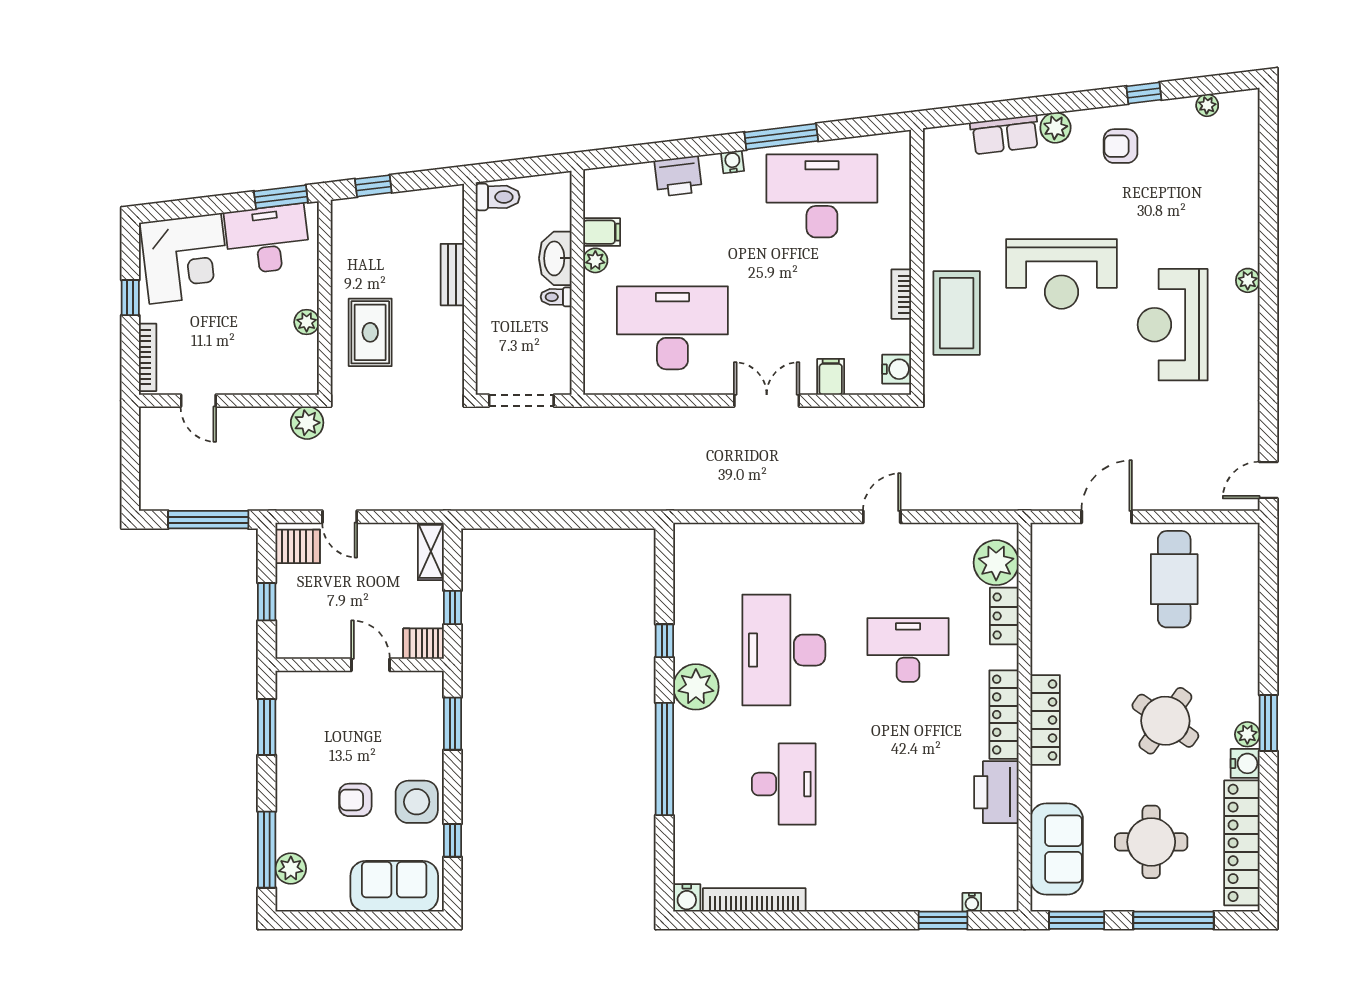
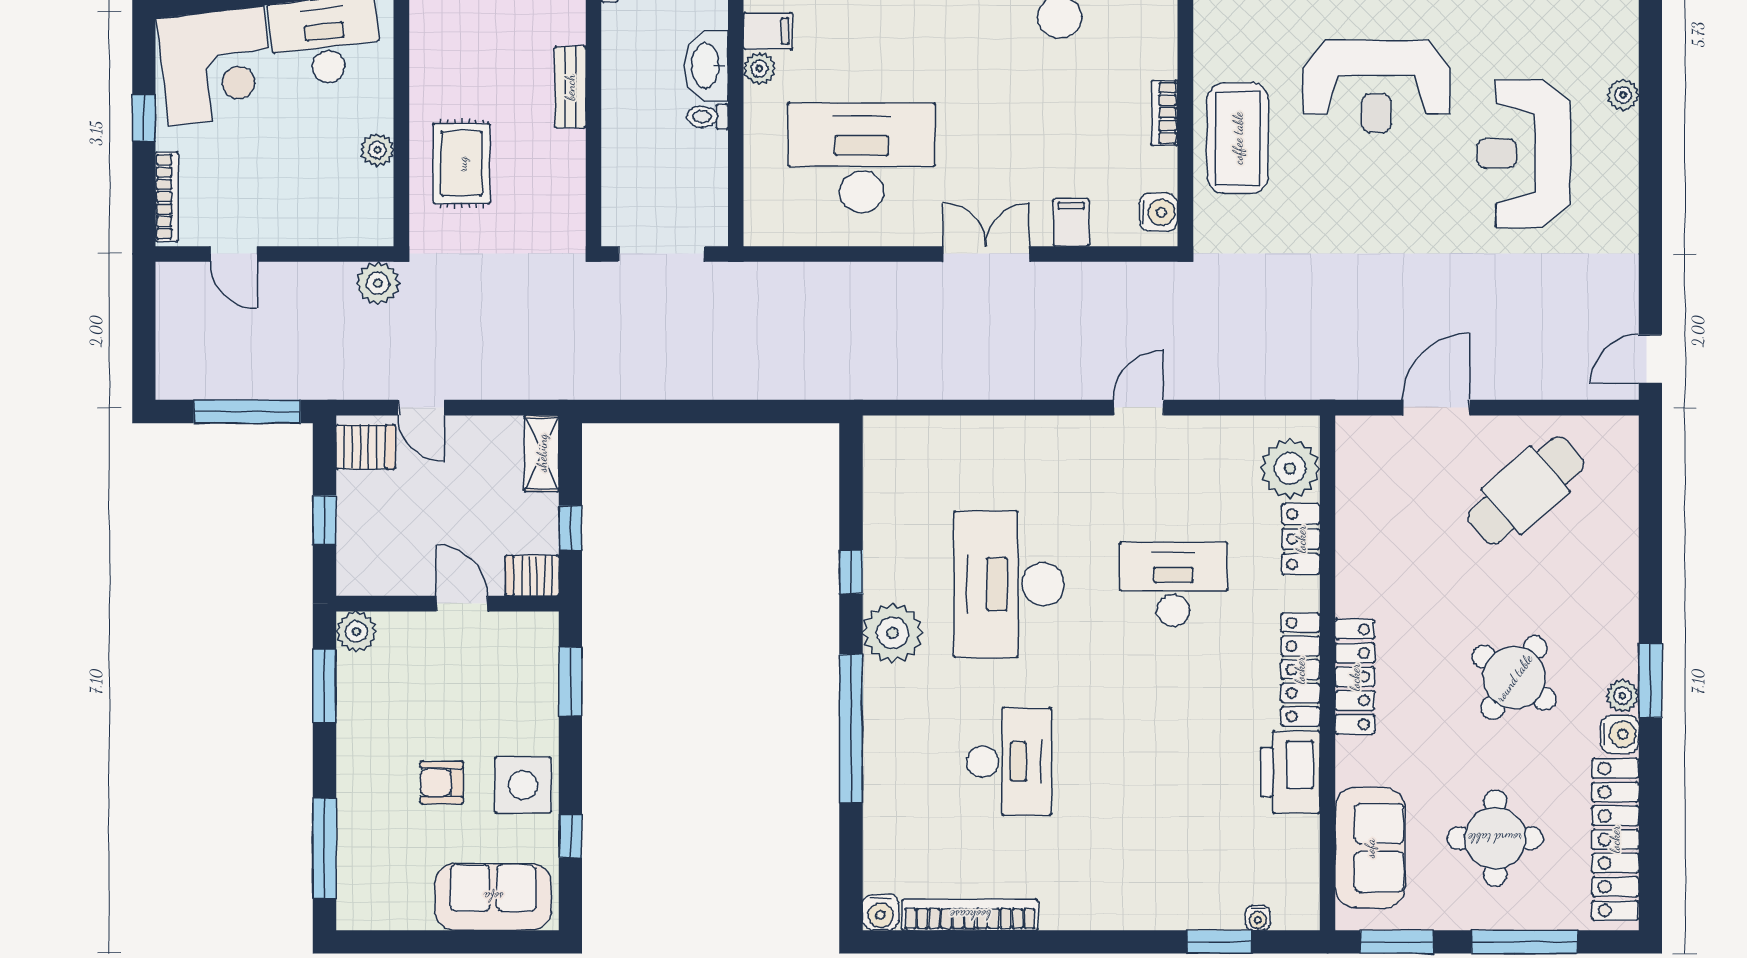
cafe table: (1174, 579) -> (1526, 490), turned 49
plant: (291, 869) -> (356, 632), moved

